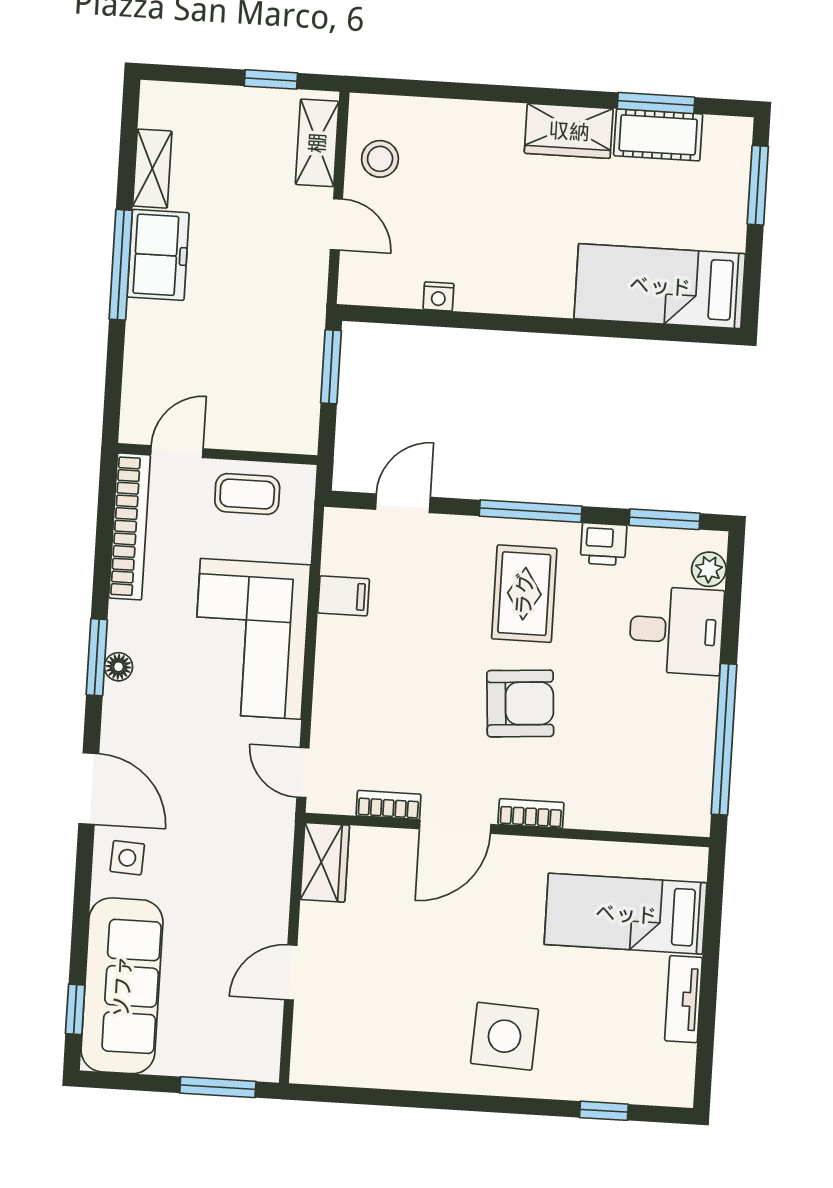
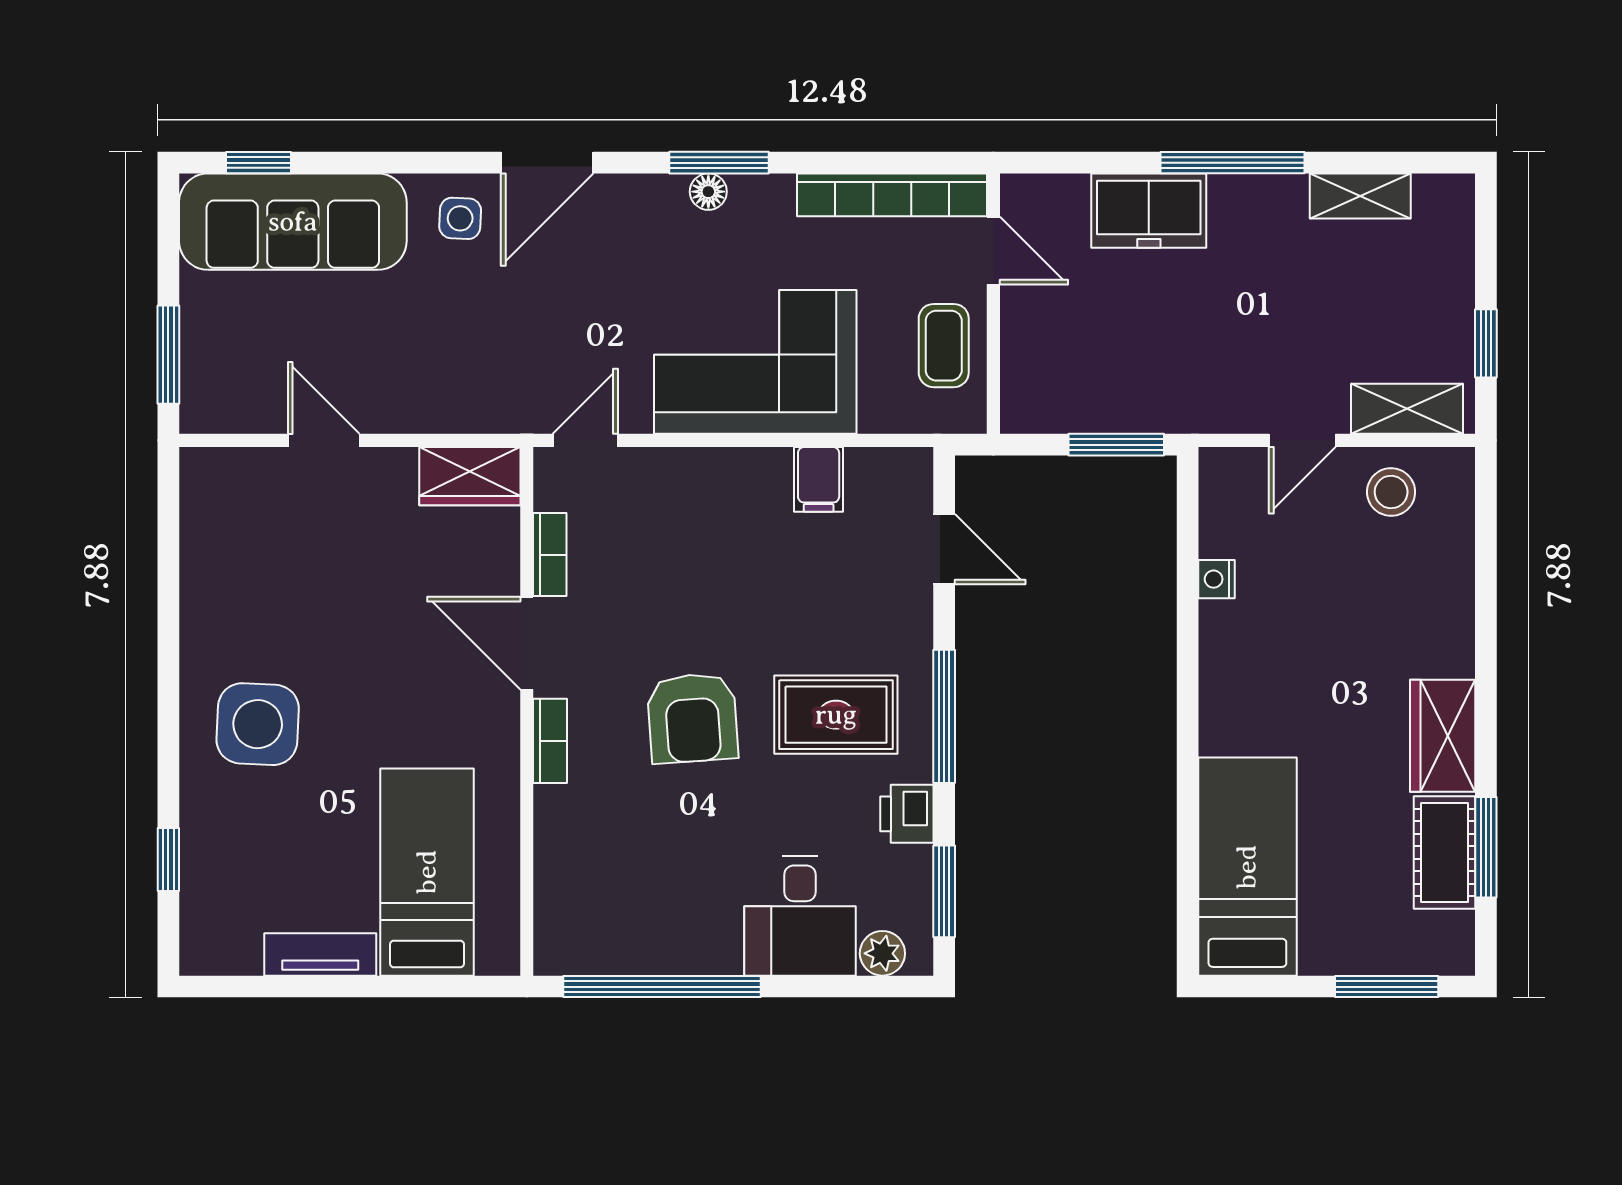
freezer: (158, 255) -> (1149, 211), moved

